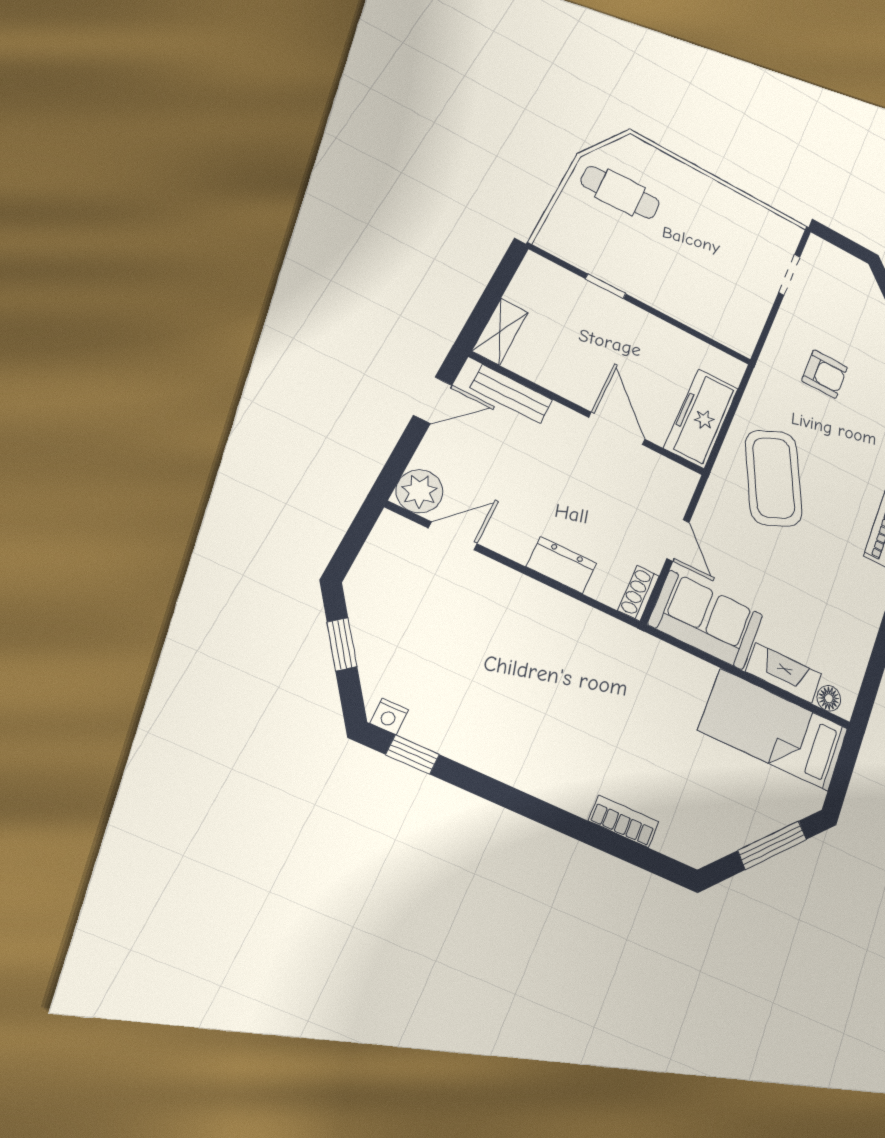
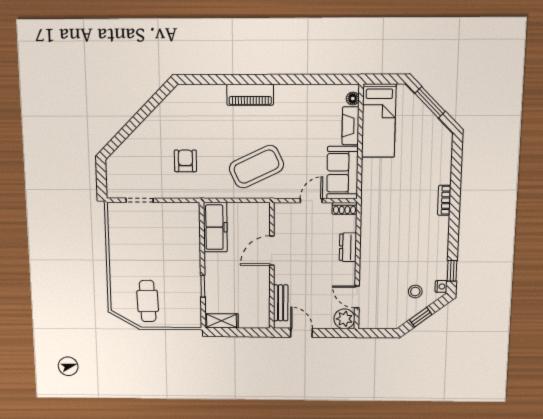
shelving: (500, 331) -> (221, 321), moved
freezer: (701, 418) -> (215, 227), moved, turned -90
stool: (405, 657) -> (415, 291), added
bookcase: (624, 821) -> (444, 200), moved

